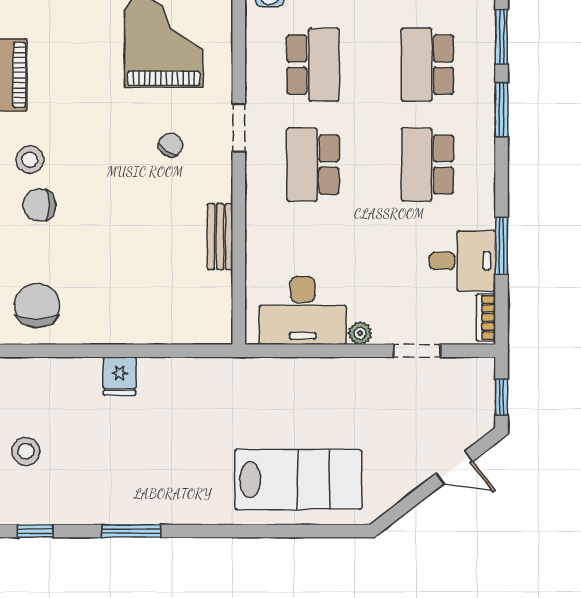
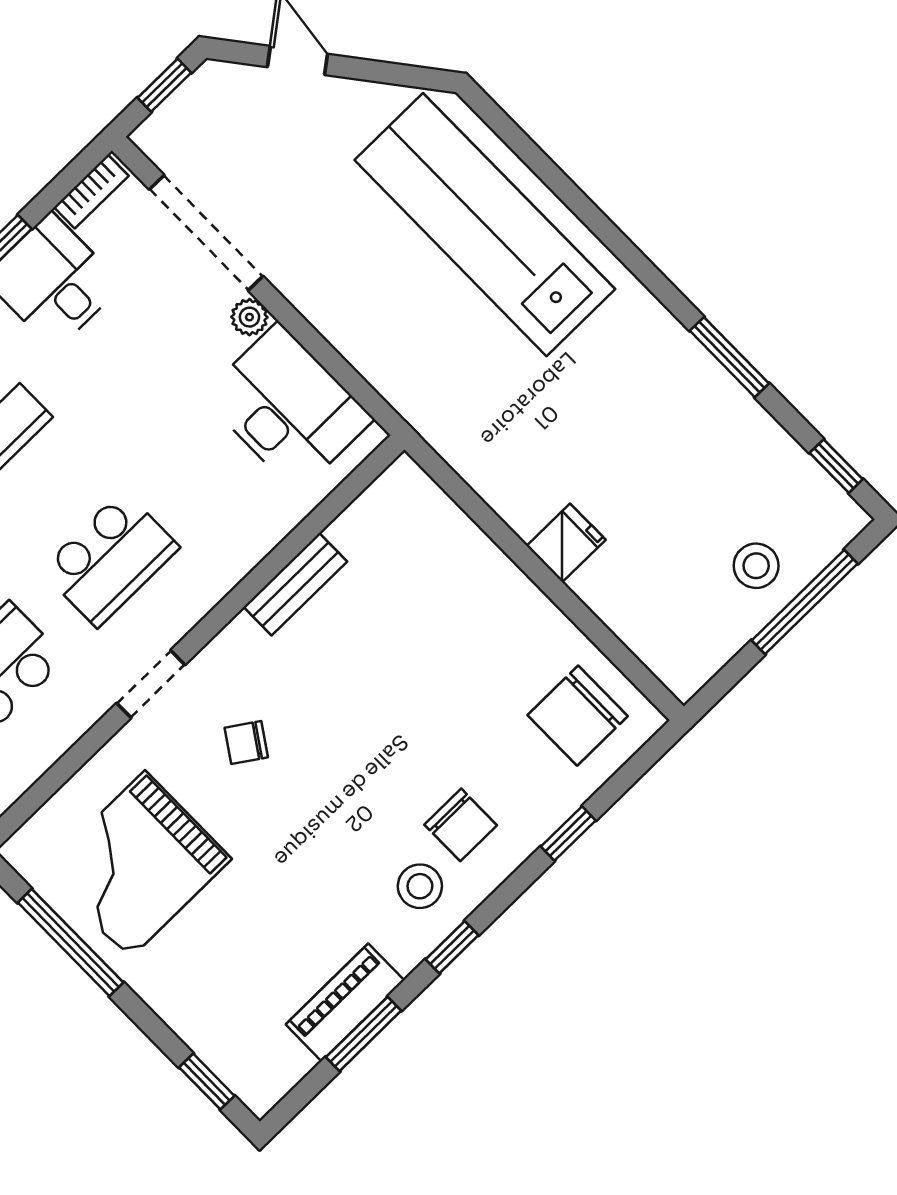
doorway: (417, 351) -> (206, 233), width x1.88
lab bench: (298, 479) -> (485, 225), width x1.36

